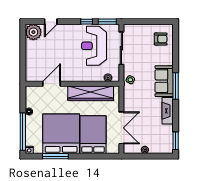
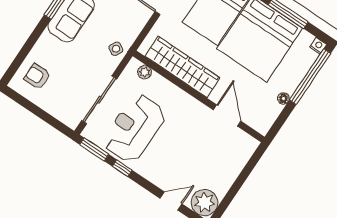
reception desk: (94, 46) -> (134, 128), turned 180
door: (52, 84) -> (227, 115), swing flipped

